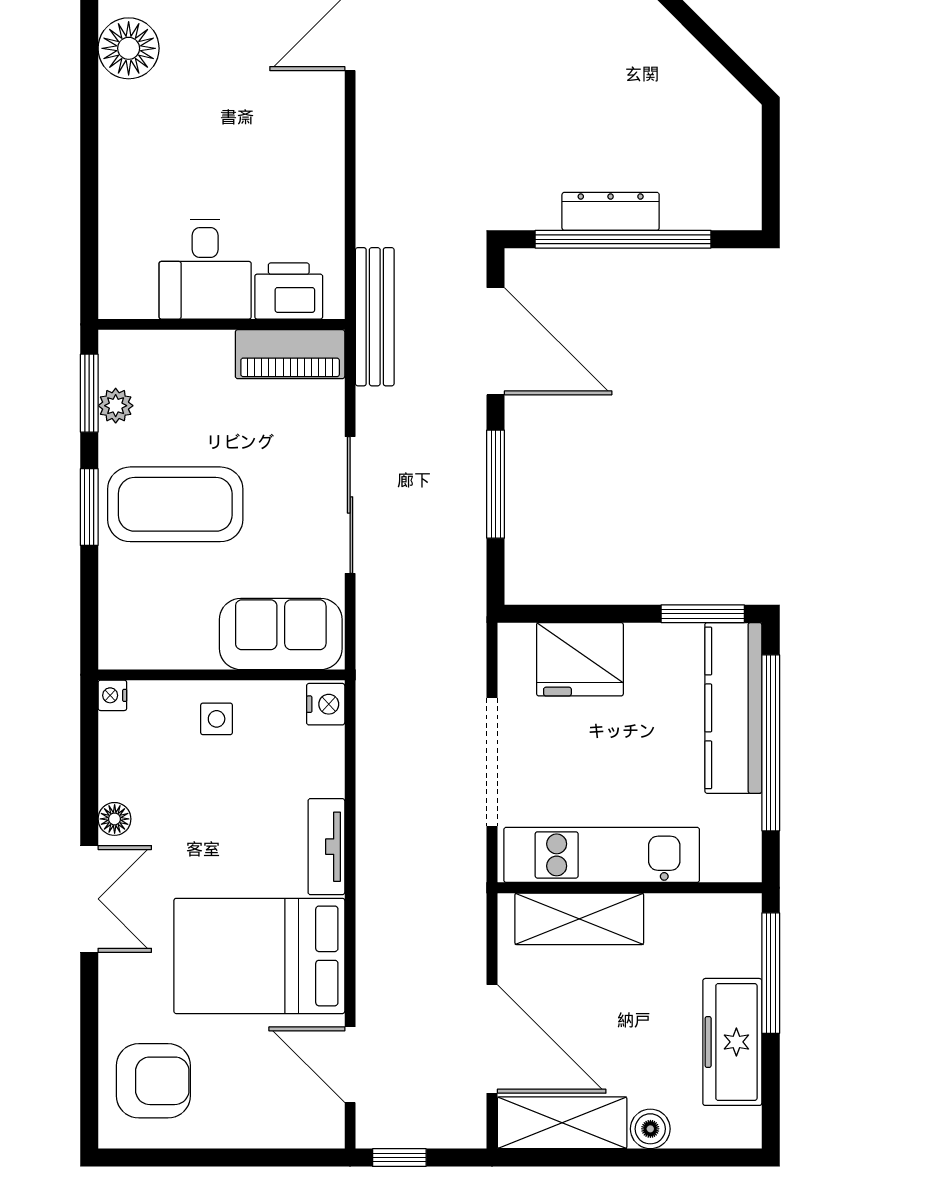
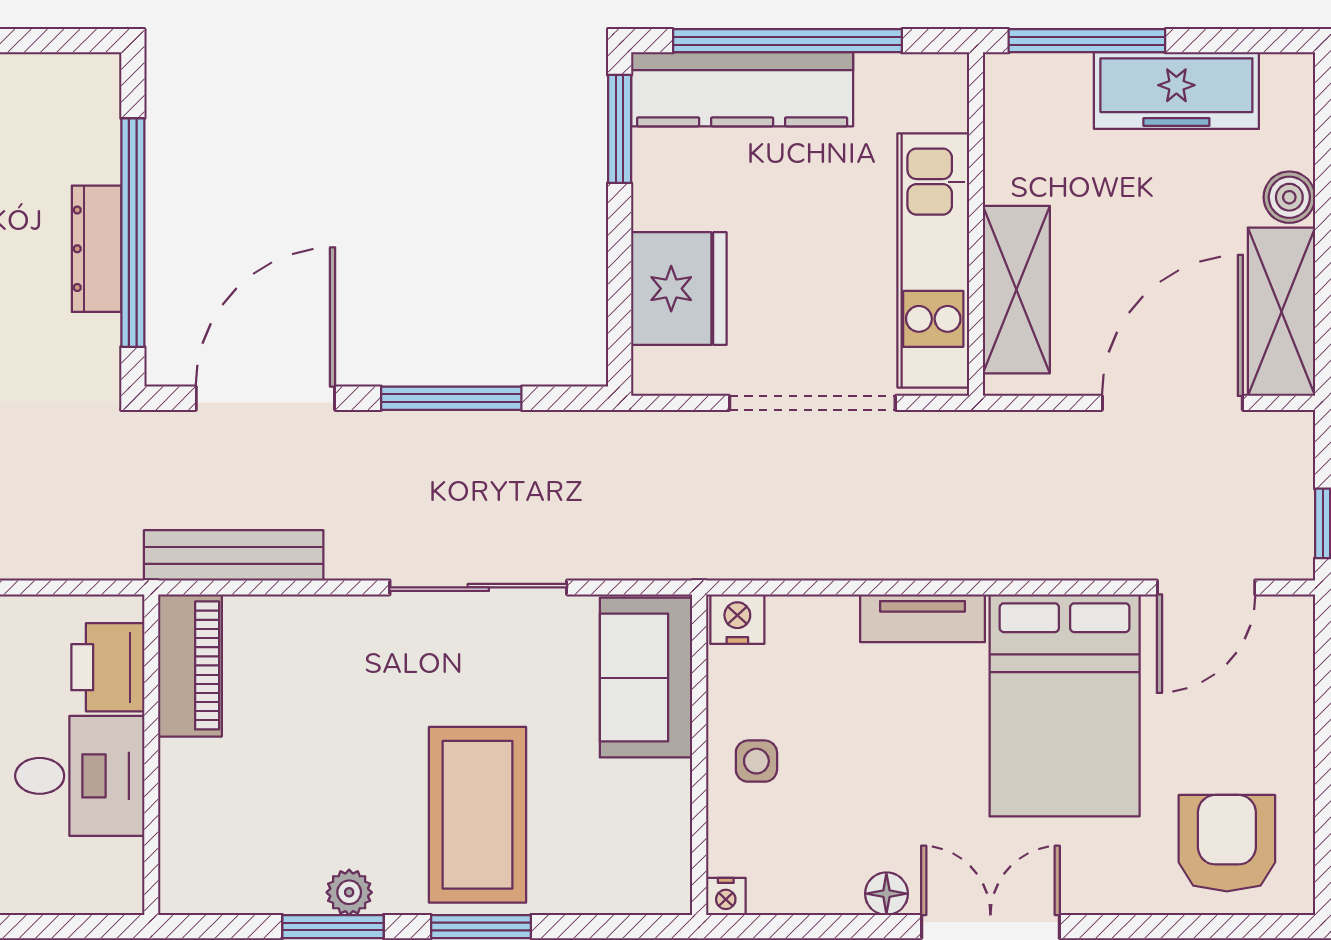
desk: (205, 269) -> (80, 776), moved
printer: (289, 291) -> (108, 667), moved
wall: (221, 324) -> (151, 755), moved
piano: (290, 354) -> (190, 665), moved

